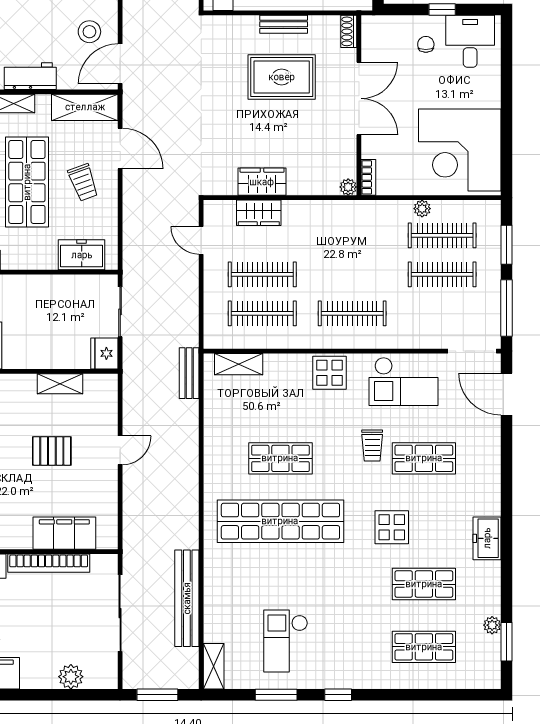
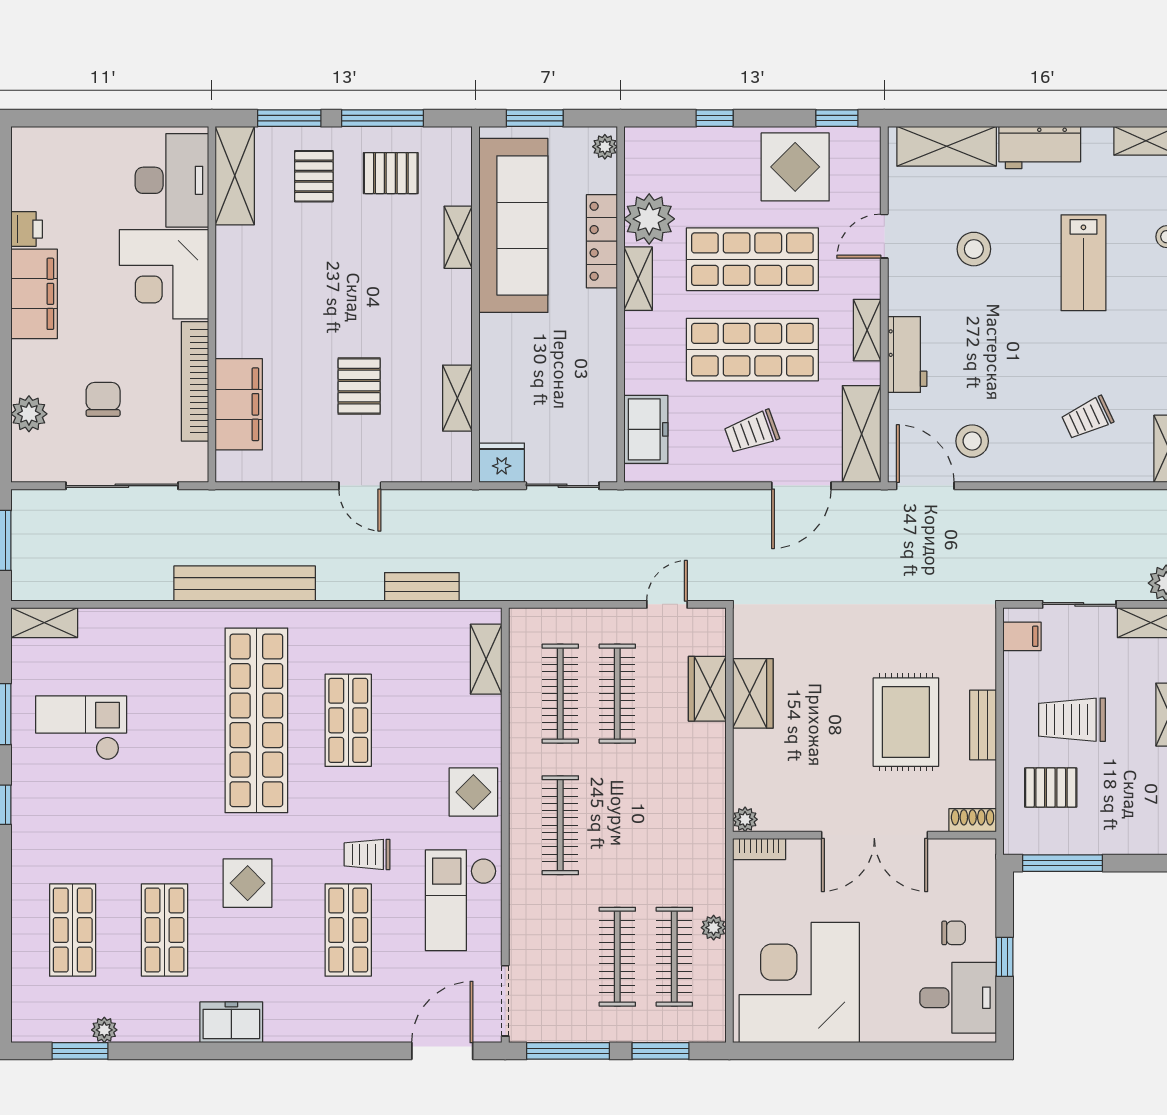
bench: (189, 373) -> (422, 587), moved
bench: (187, 598) -> (245, 583), moved
chair: (61, 626) -> (103, 399), added

